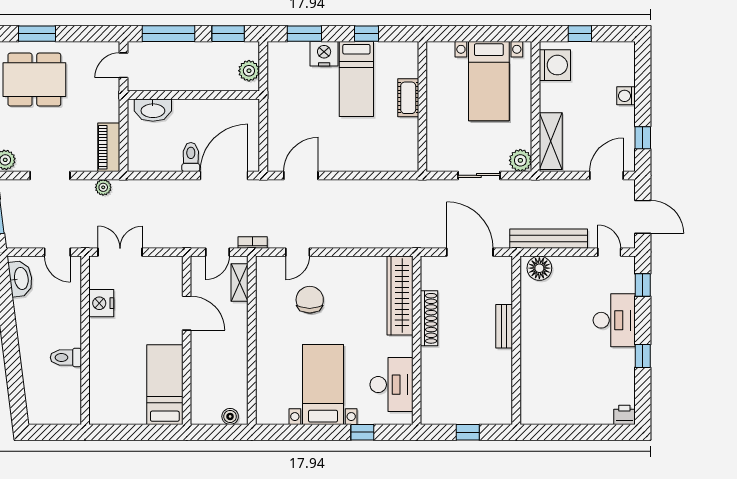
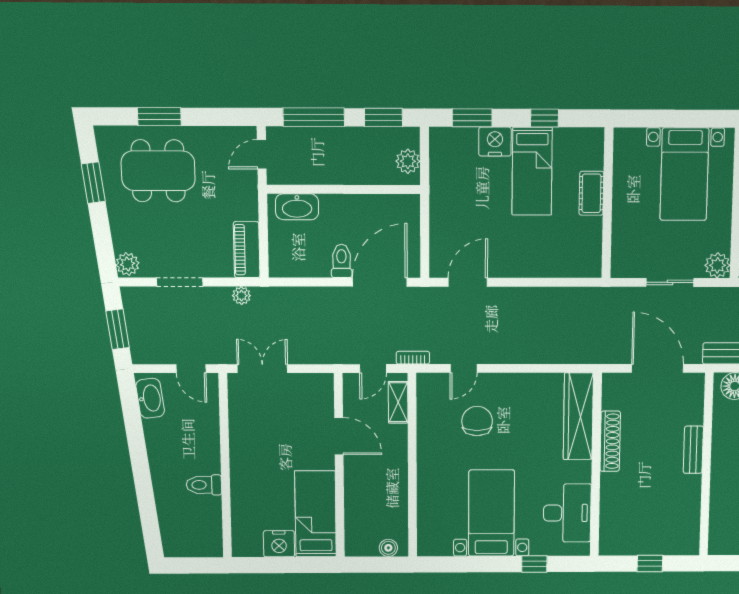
nightstand: (101, 303) -> (279, 544), moved, turned -90

